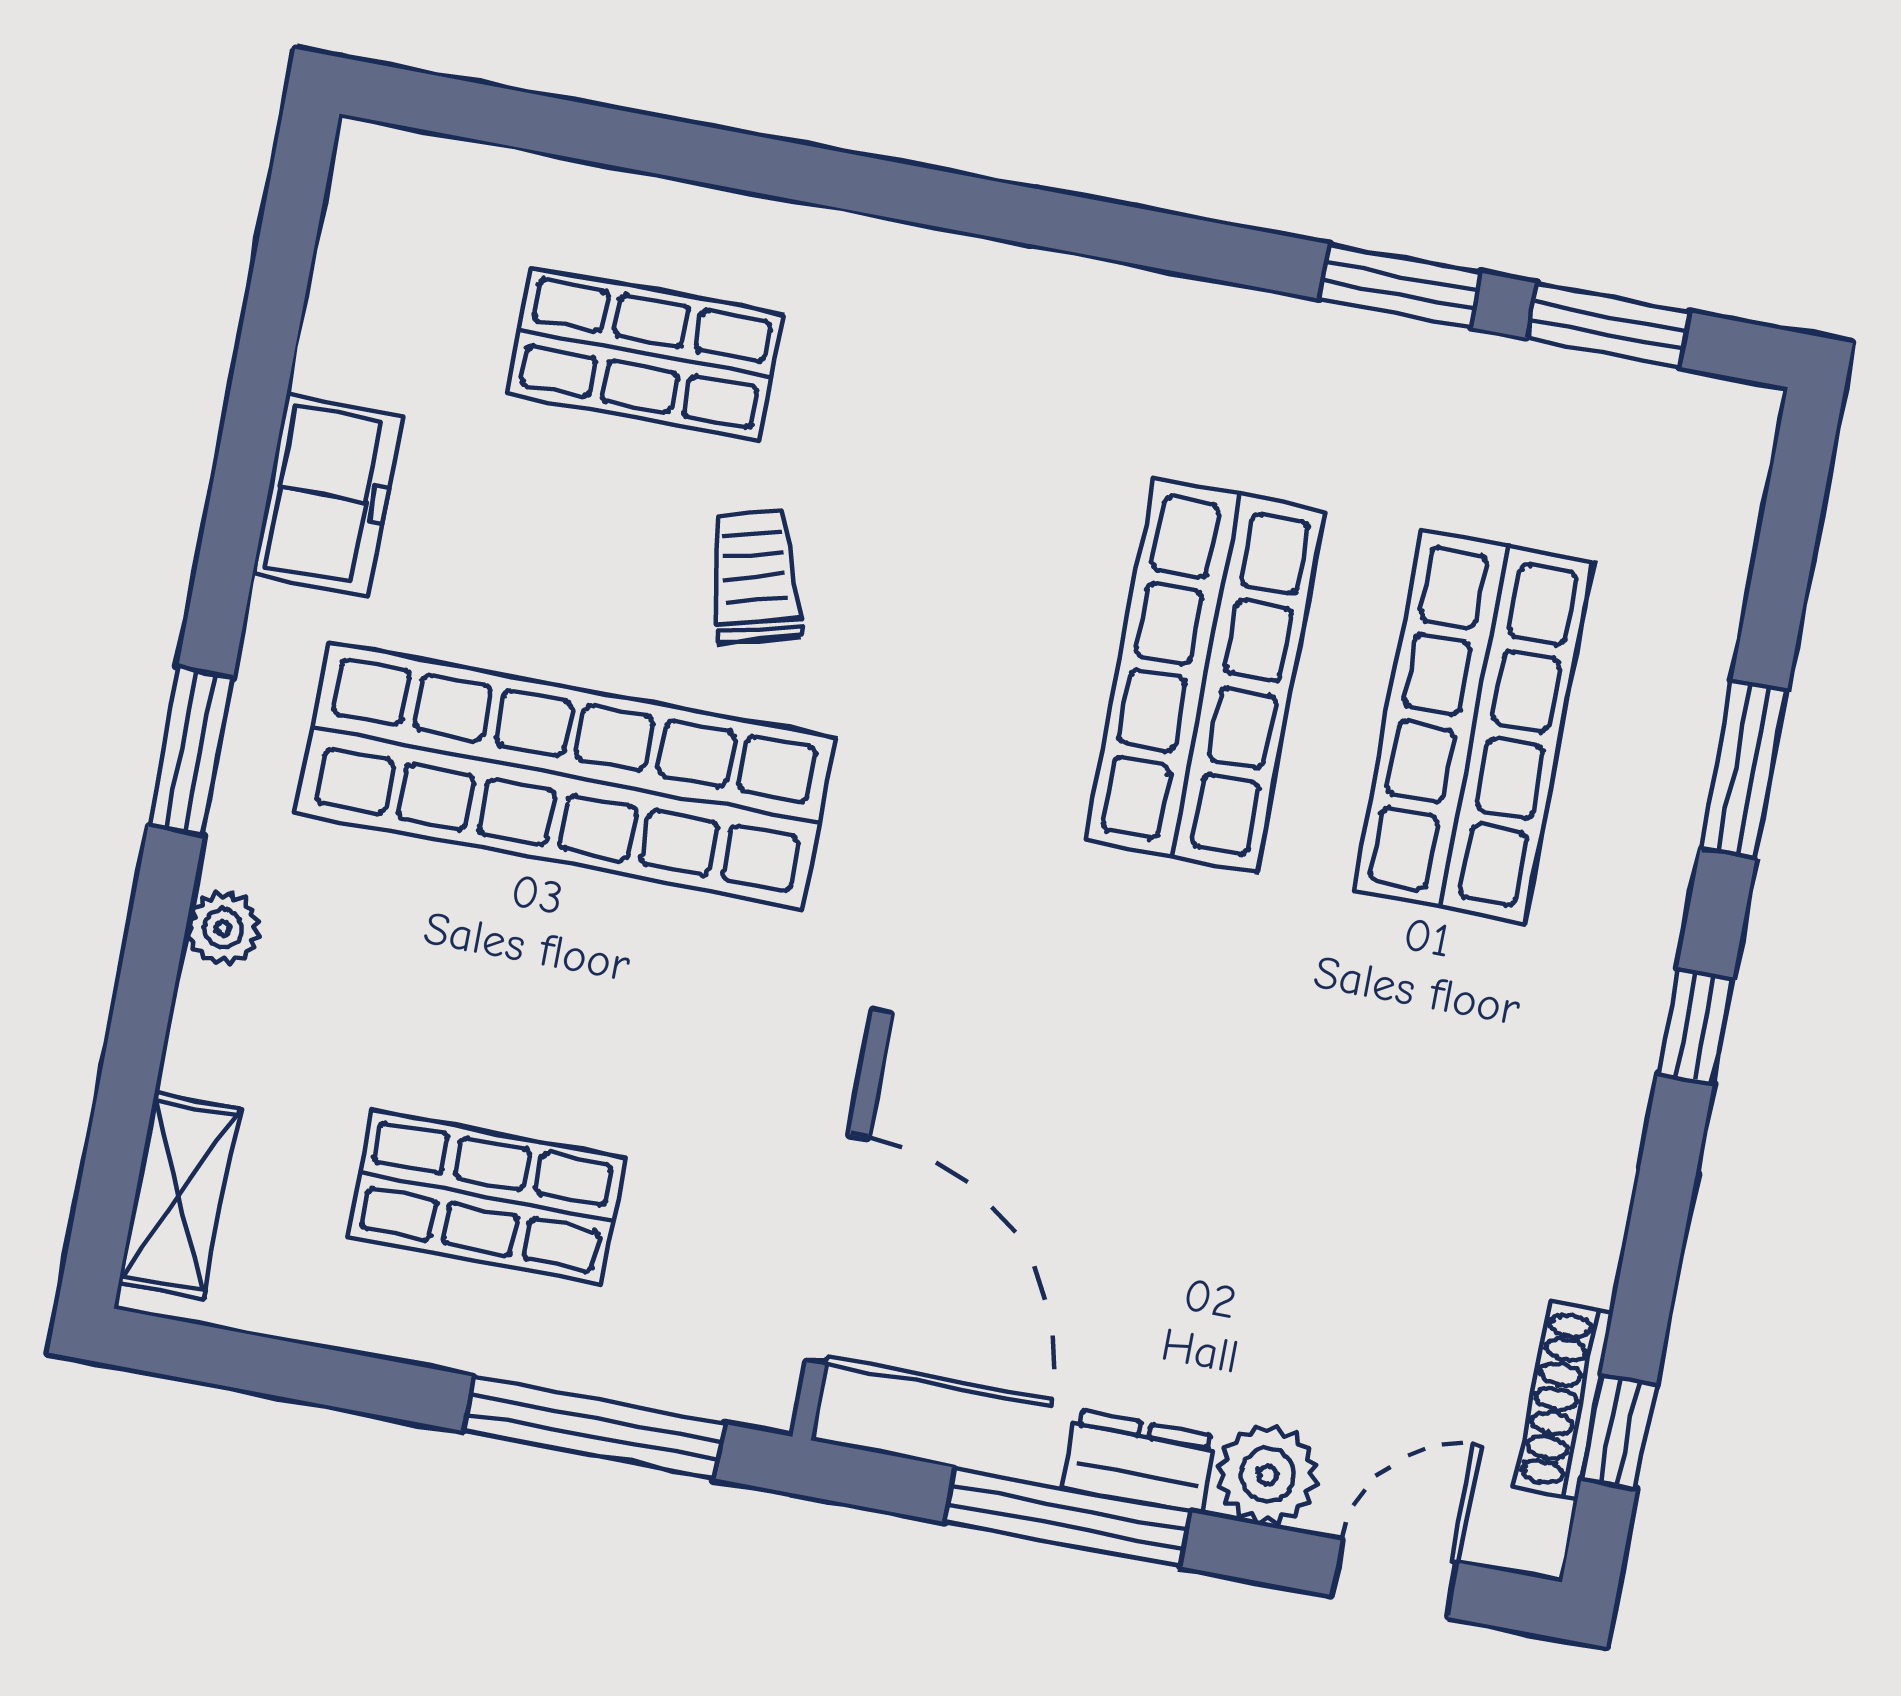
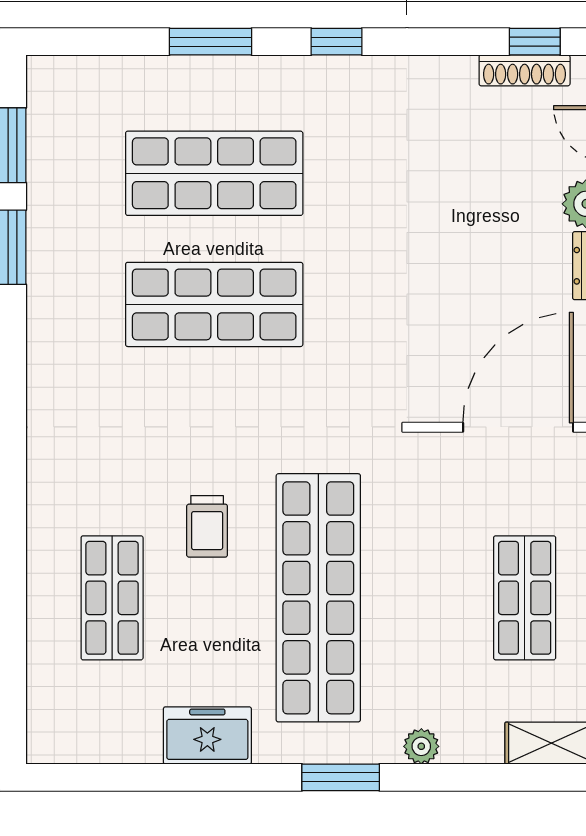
trolley: (755, 576) -> (207, 526), turned -75

